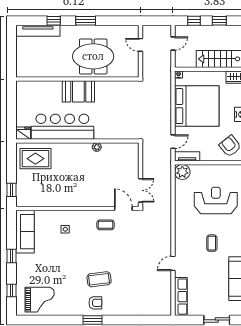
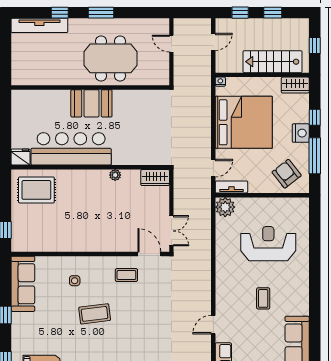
wardrobe: (128, 149) -> (155, 178), added
coffee table: (99, 279) -> (95, 314), moved

